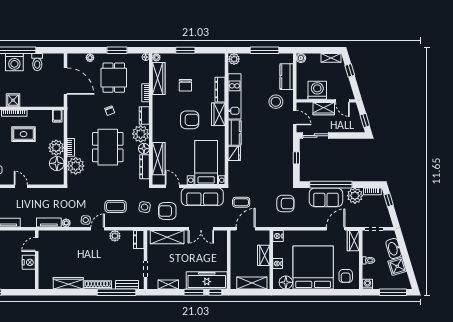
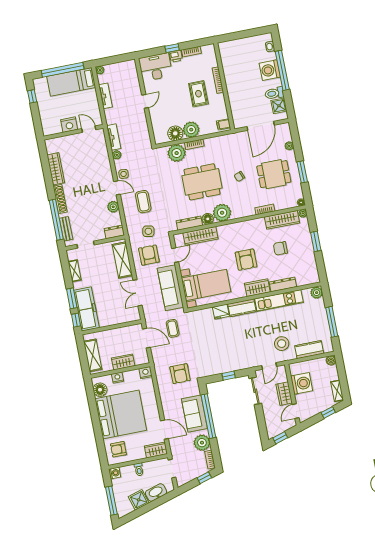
shower: (13, 100) -> (279, 106), moved
dresser: (144, 116) -> (241, 213), removed

